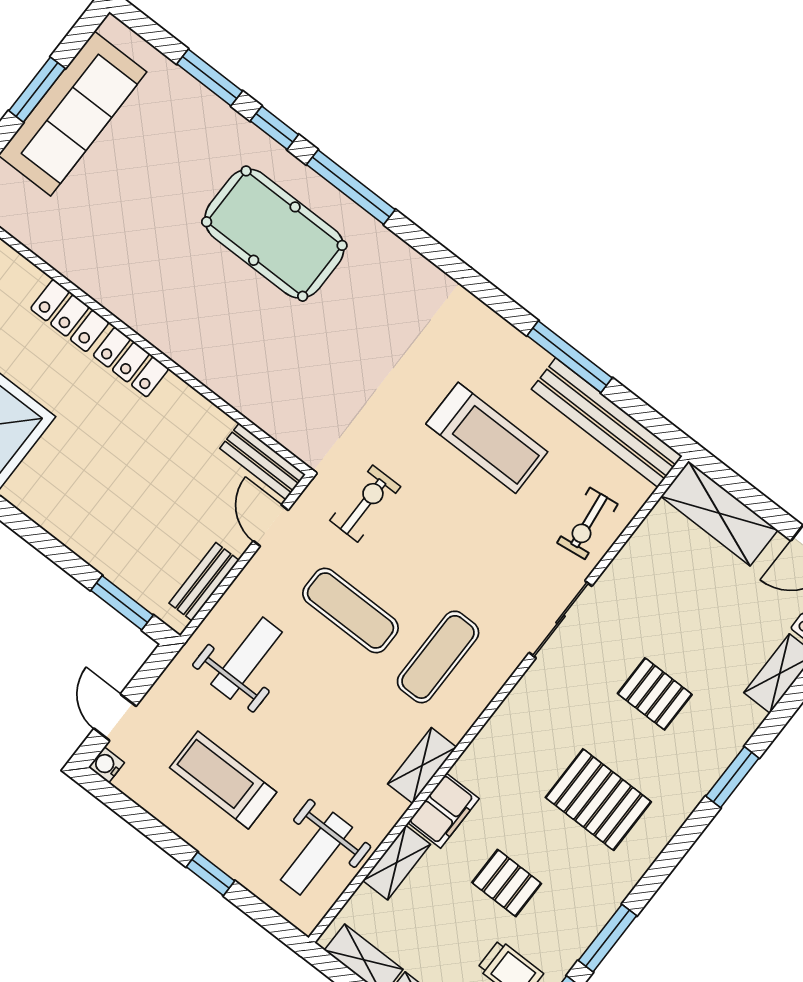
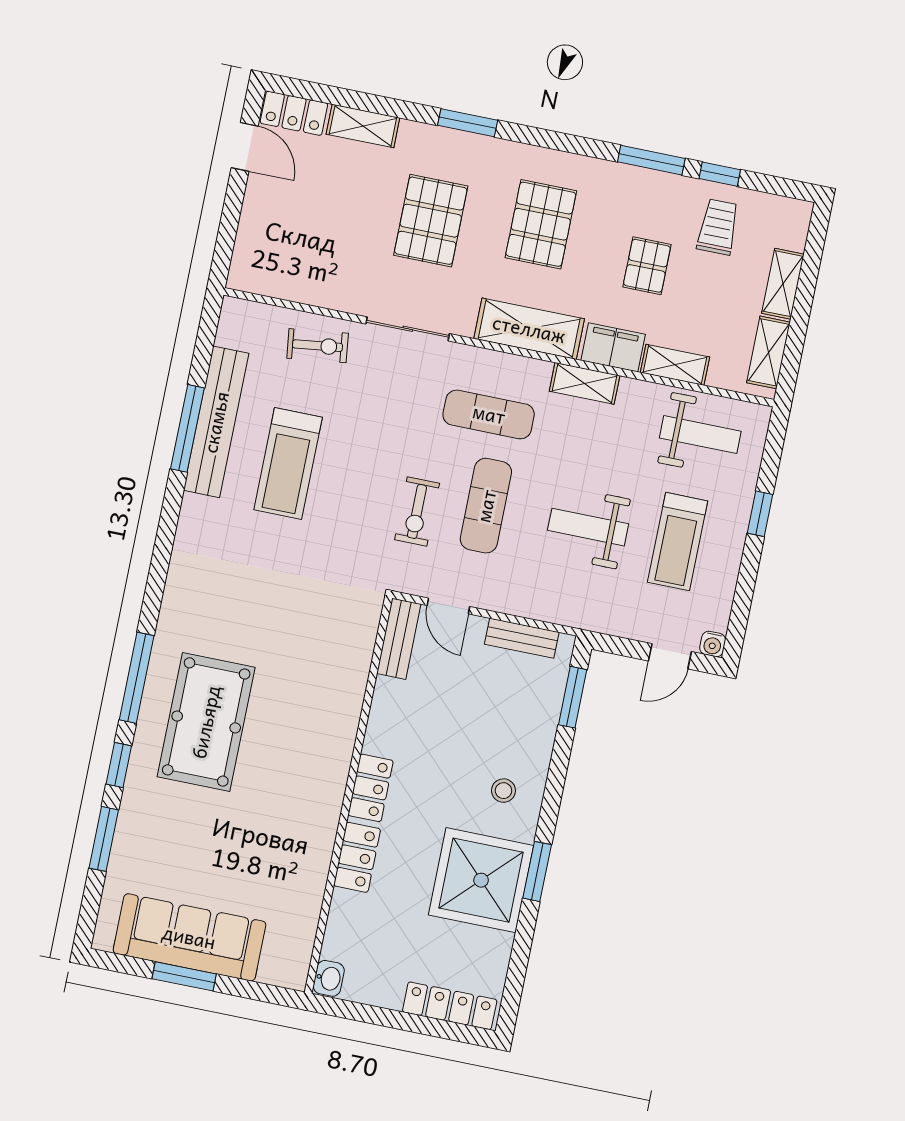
bench: (607, 423) -> (216, 422), moved
treadmill: (487, 438) -> (288, 463), turned 180
stool: (64, 490) -> (503, 791), added
exercise bike: (365, 504) -> (417, 511), moved, turned -90
shelving: (719, 513) -> (529, 329), moved, turned 90
door: (271, 526) -> (448, 606), hinge flipped
weight bench: (247, 658) -> (588, 527), moved
pallet: (655, 694) -> (431, 221), width x1.50, depth x1.42

